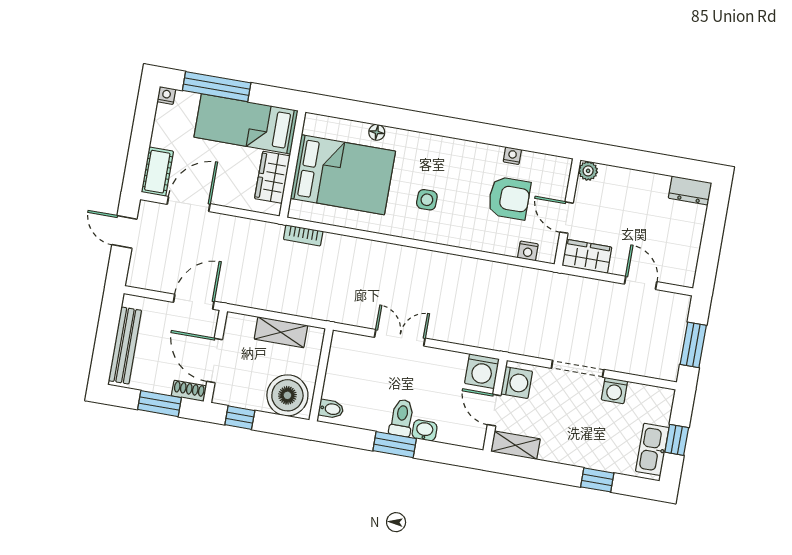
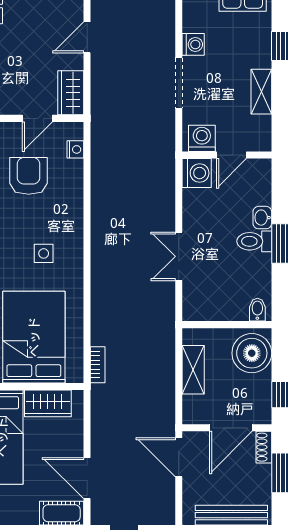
shelving: (515, 445) -> (261, 92), moved

